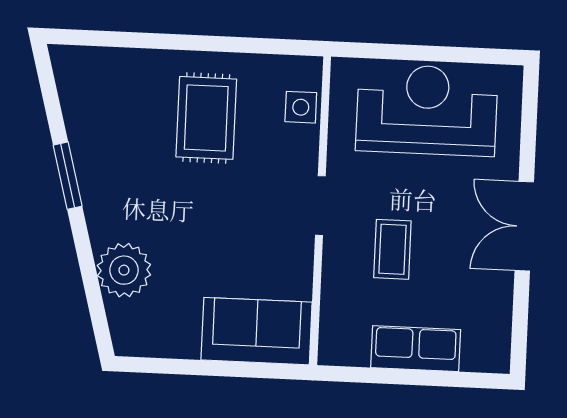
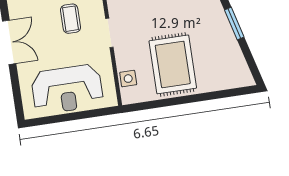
rug: (206, 118) -> (173, 64), width x1.36, depth x1.43

